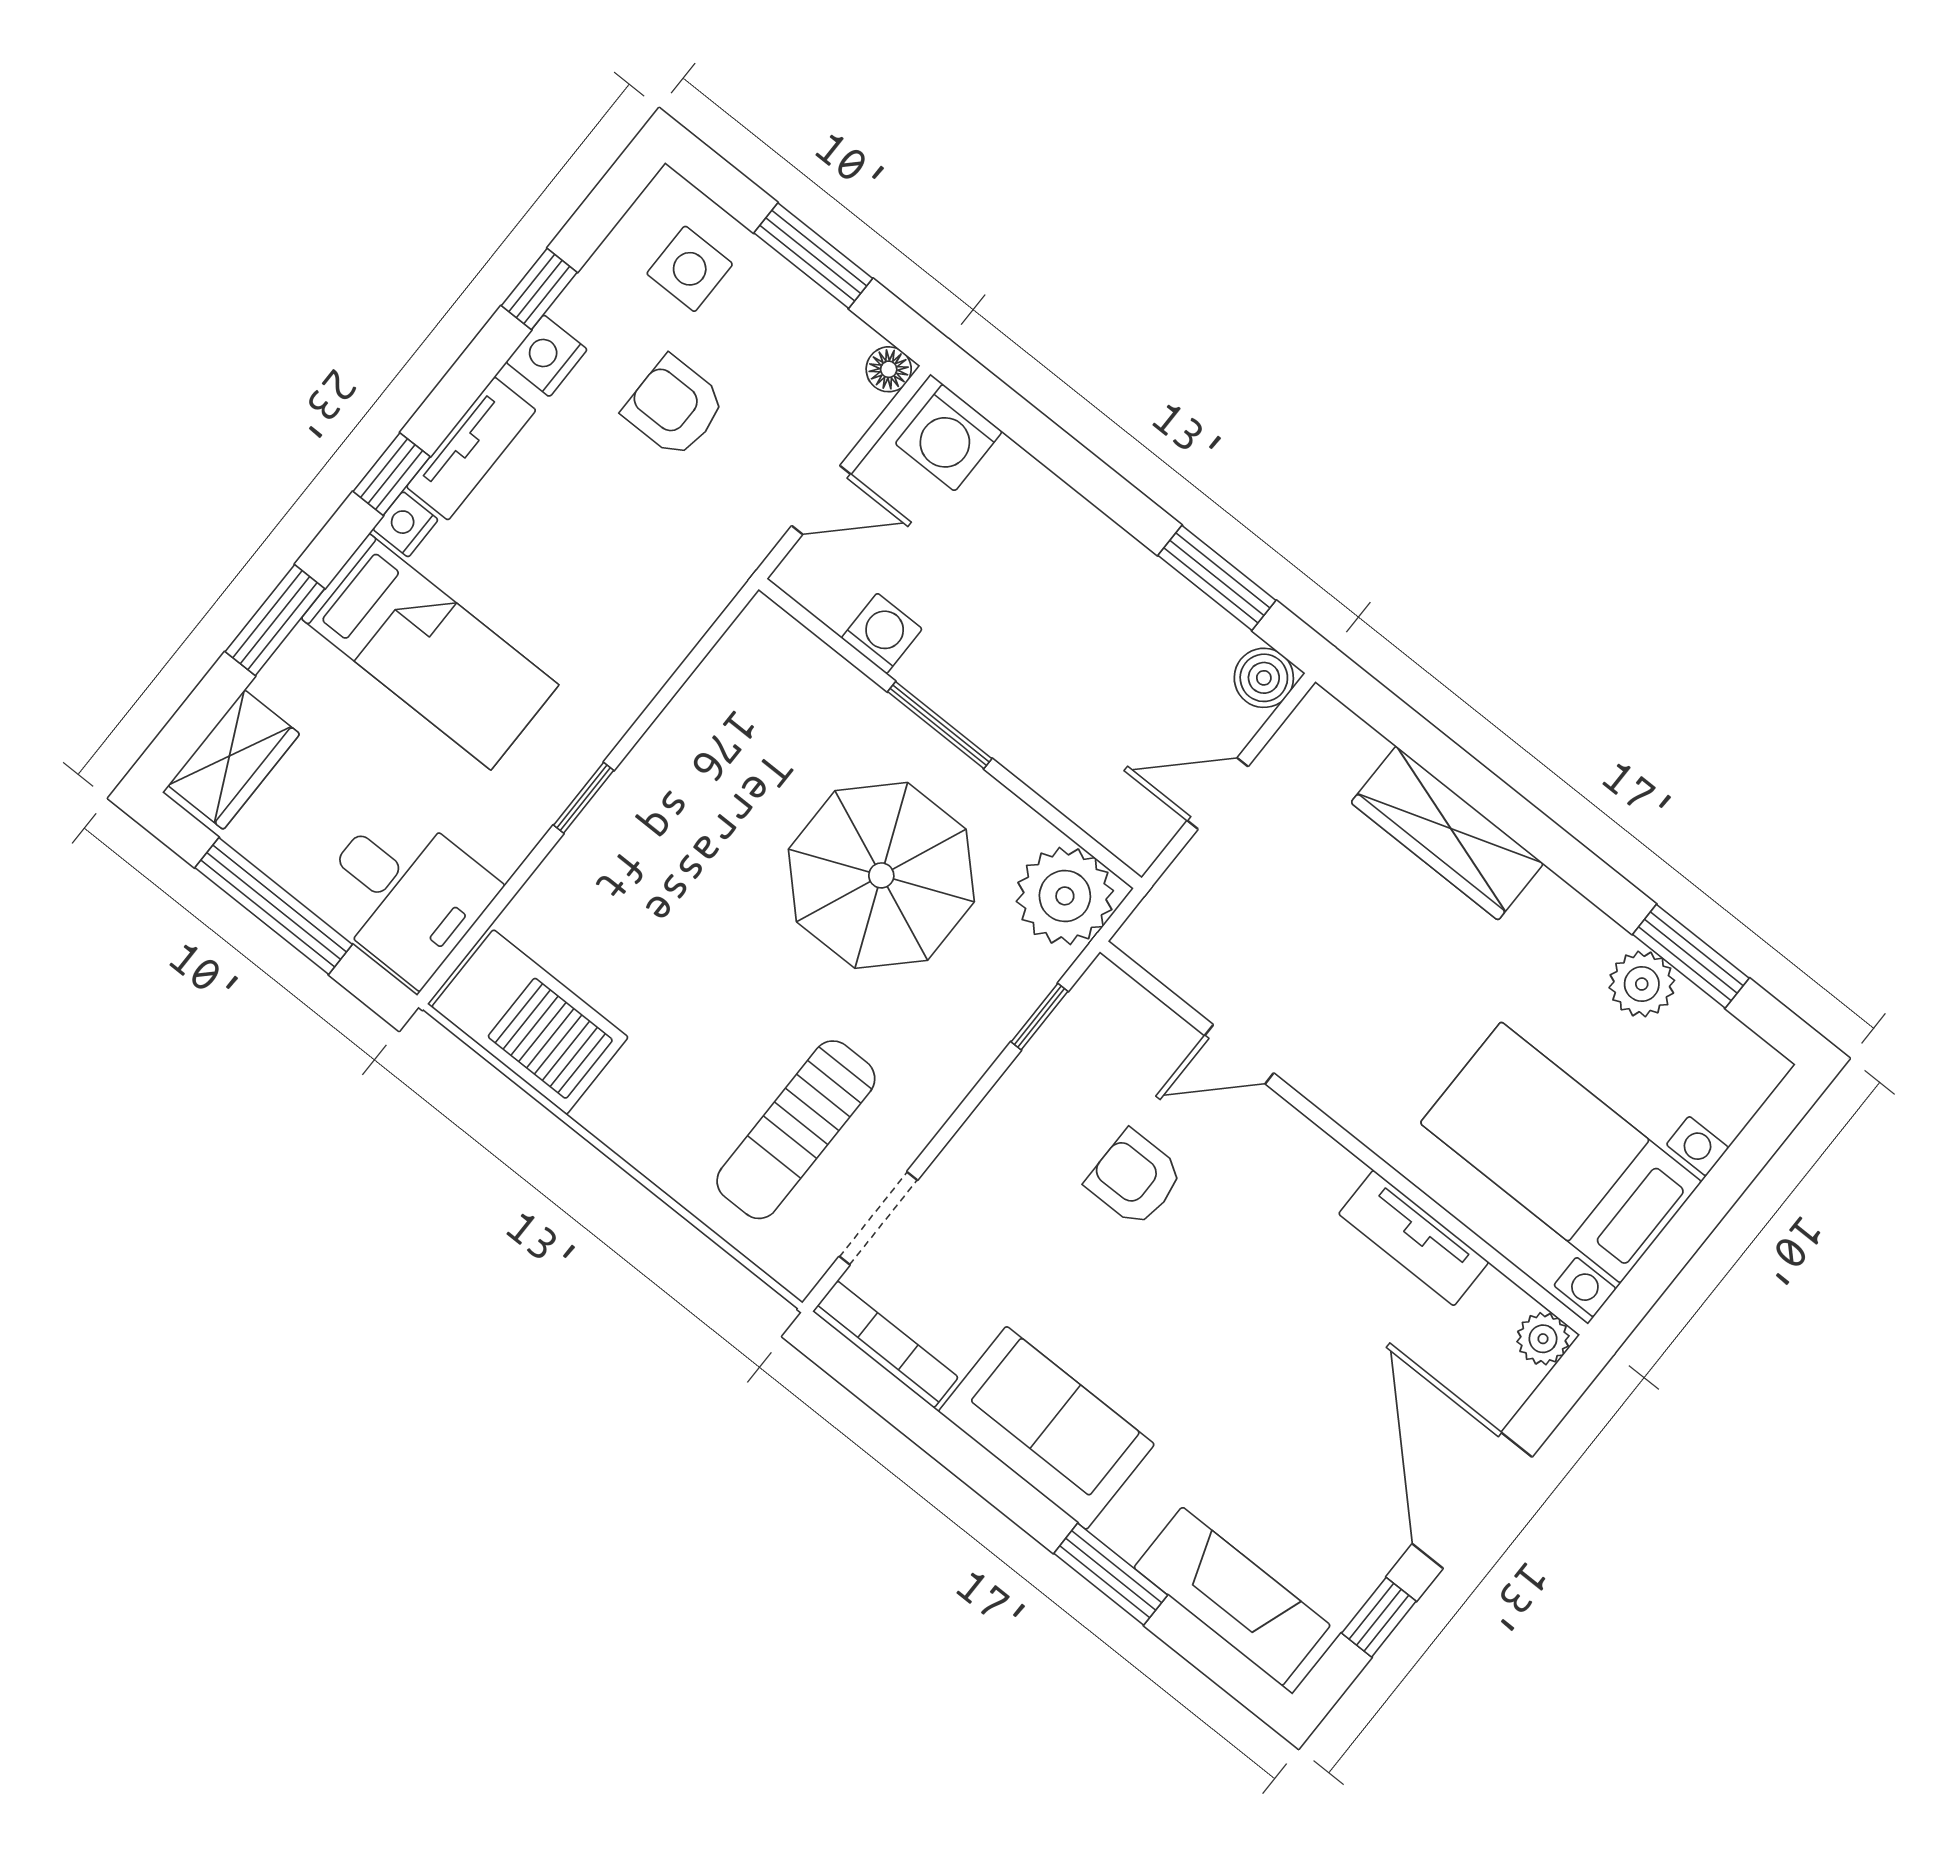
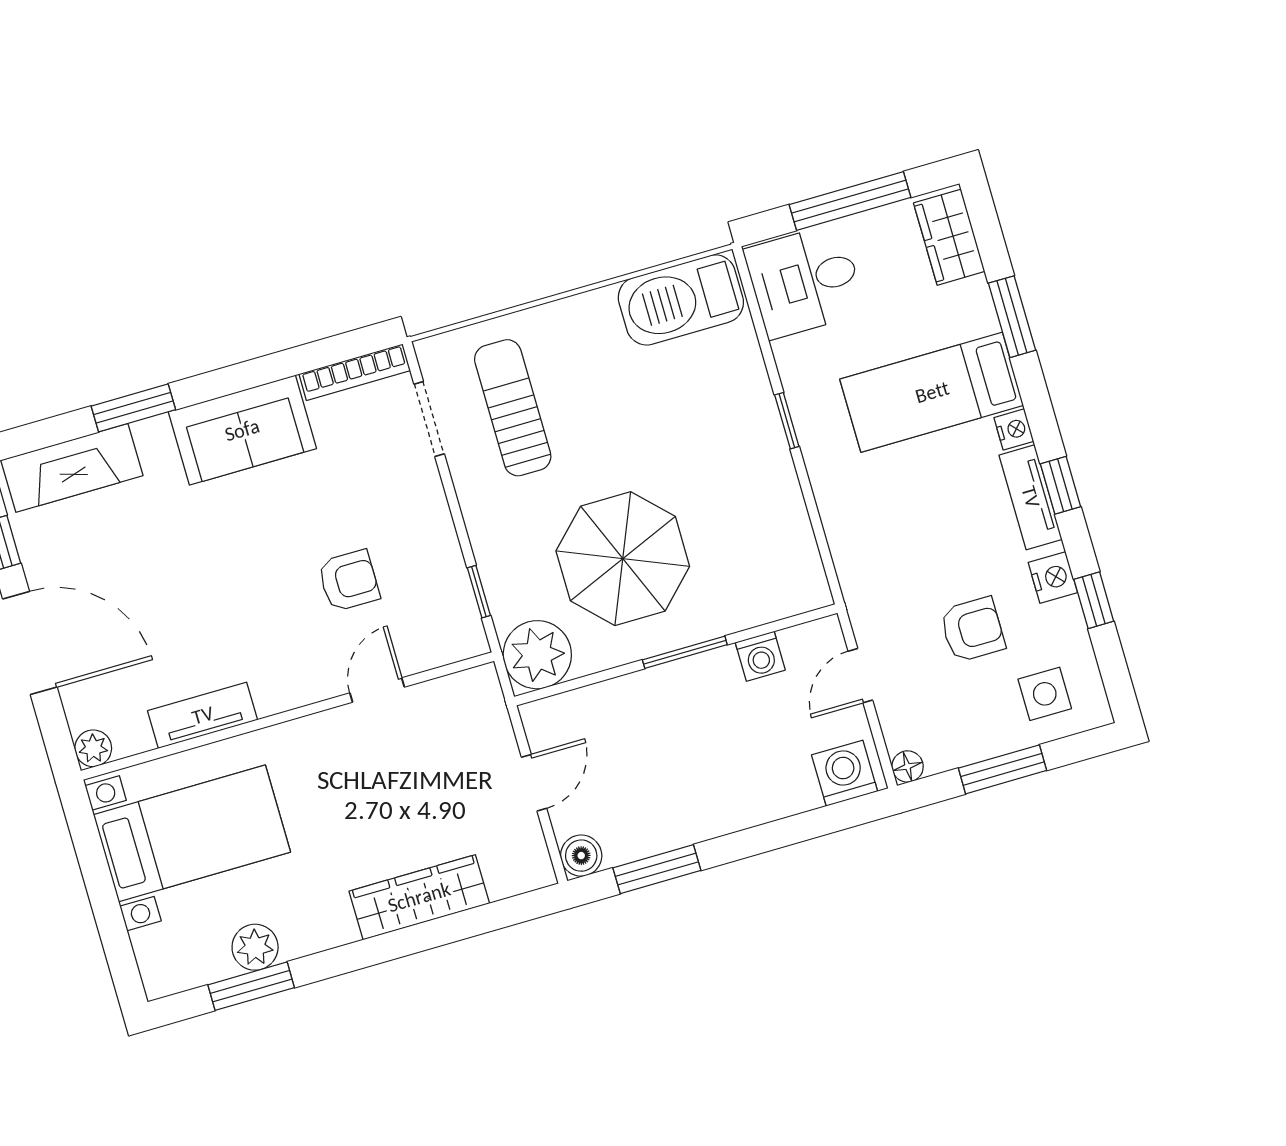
window: (392, 474) -> (1061, 485), moved

